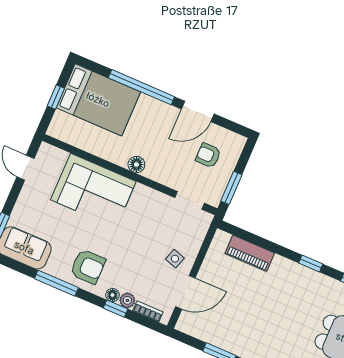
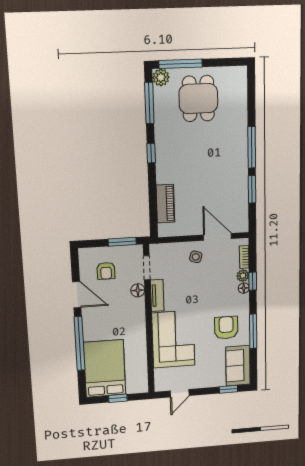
floor lamp: (136, 164) -> (138, 290), moved
tv unit: (153, 197) -> (157, 295), added
armchair: (88, 267) -> (226, 328), moved

